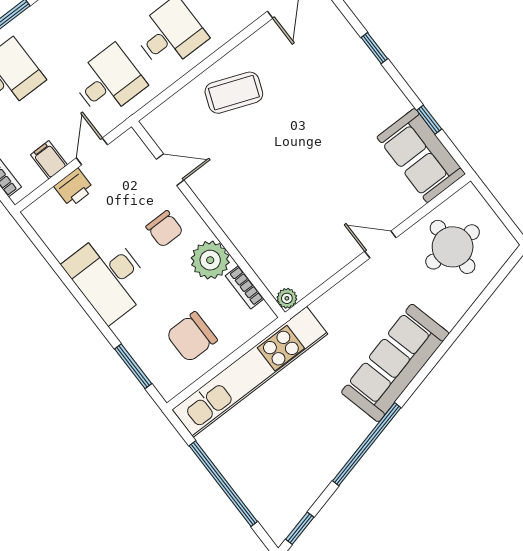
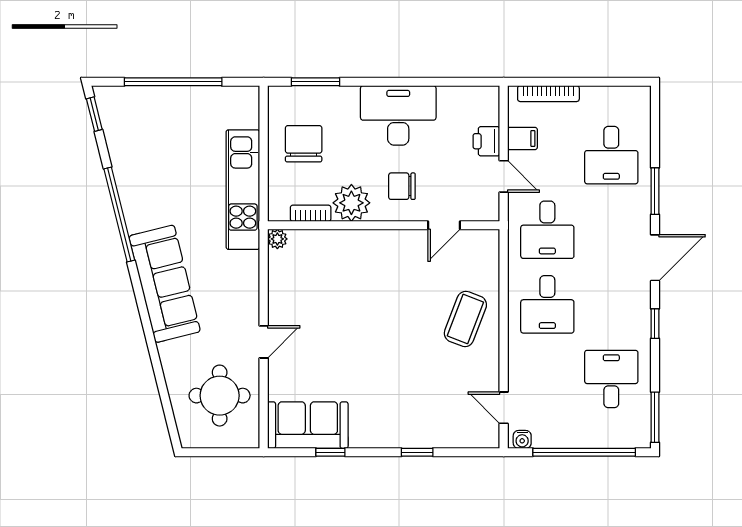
kitchen unit: (250, 372) -> (243, 190), width x0.73

